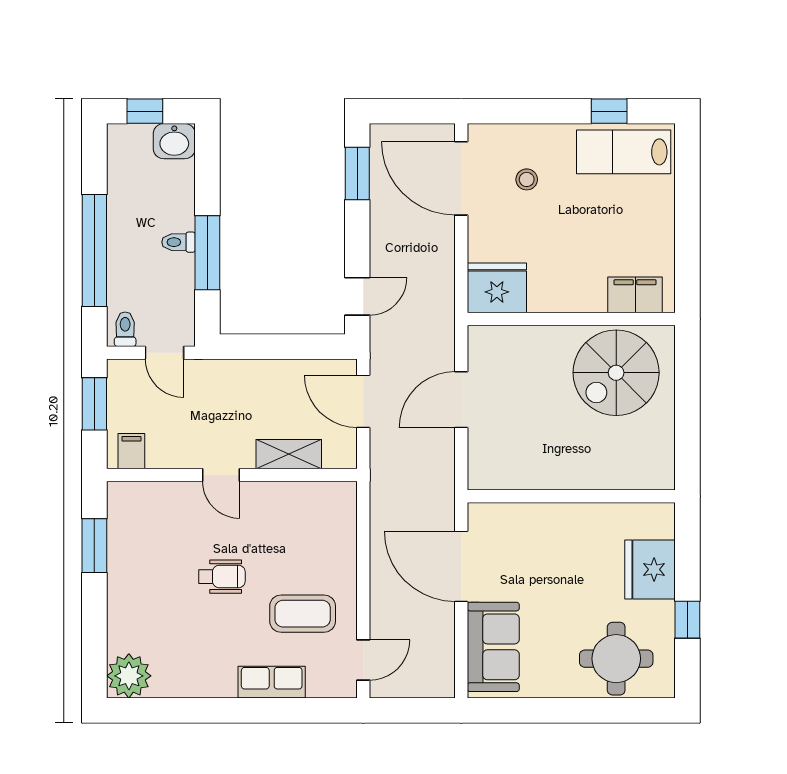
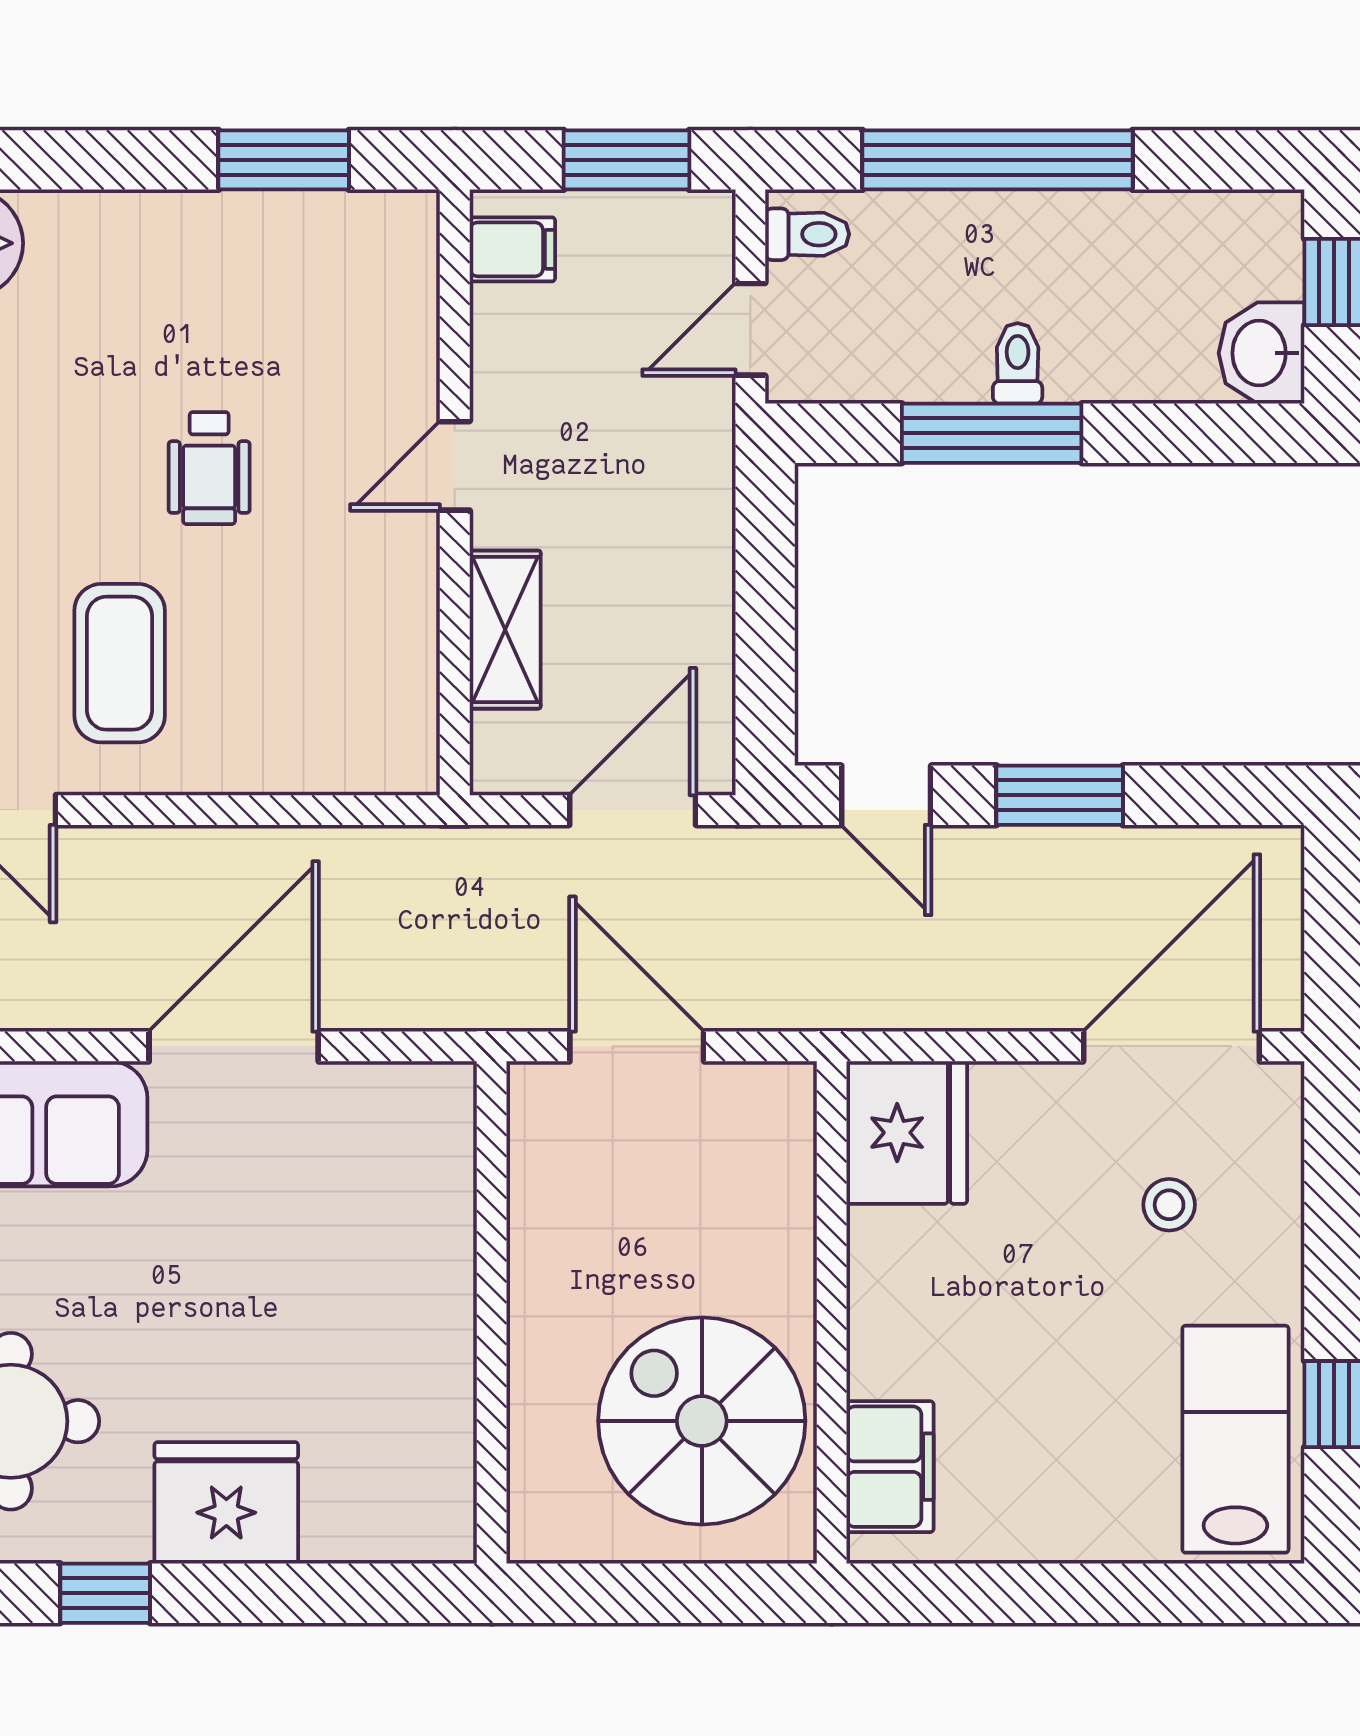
window: (357, 173) -> (1060, 795), moved
wall: (571, 496) -> (492, 1312), moved

